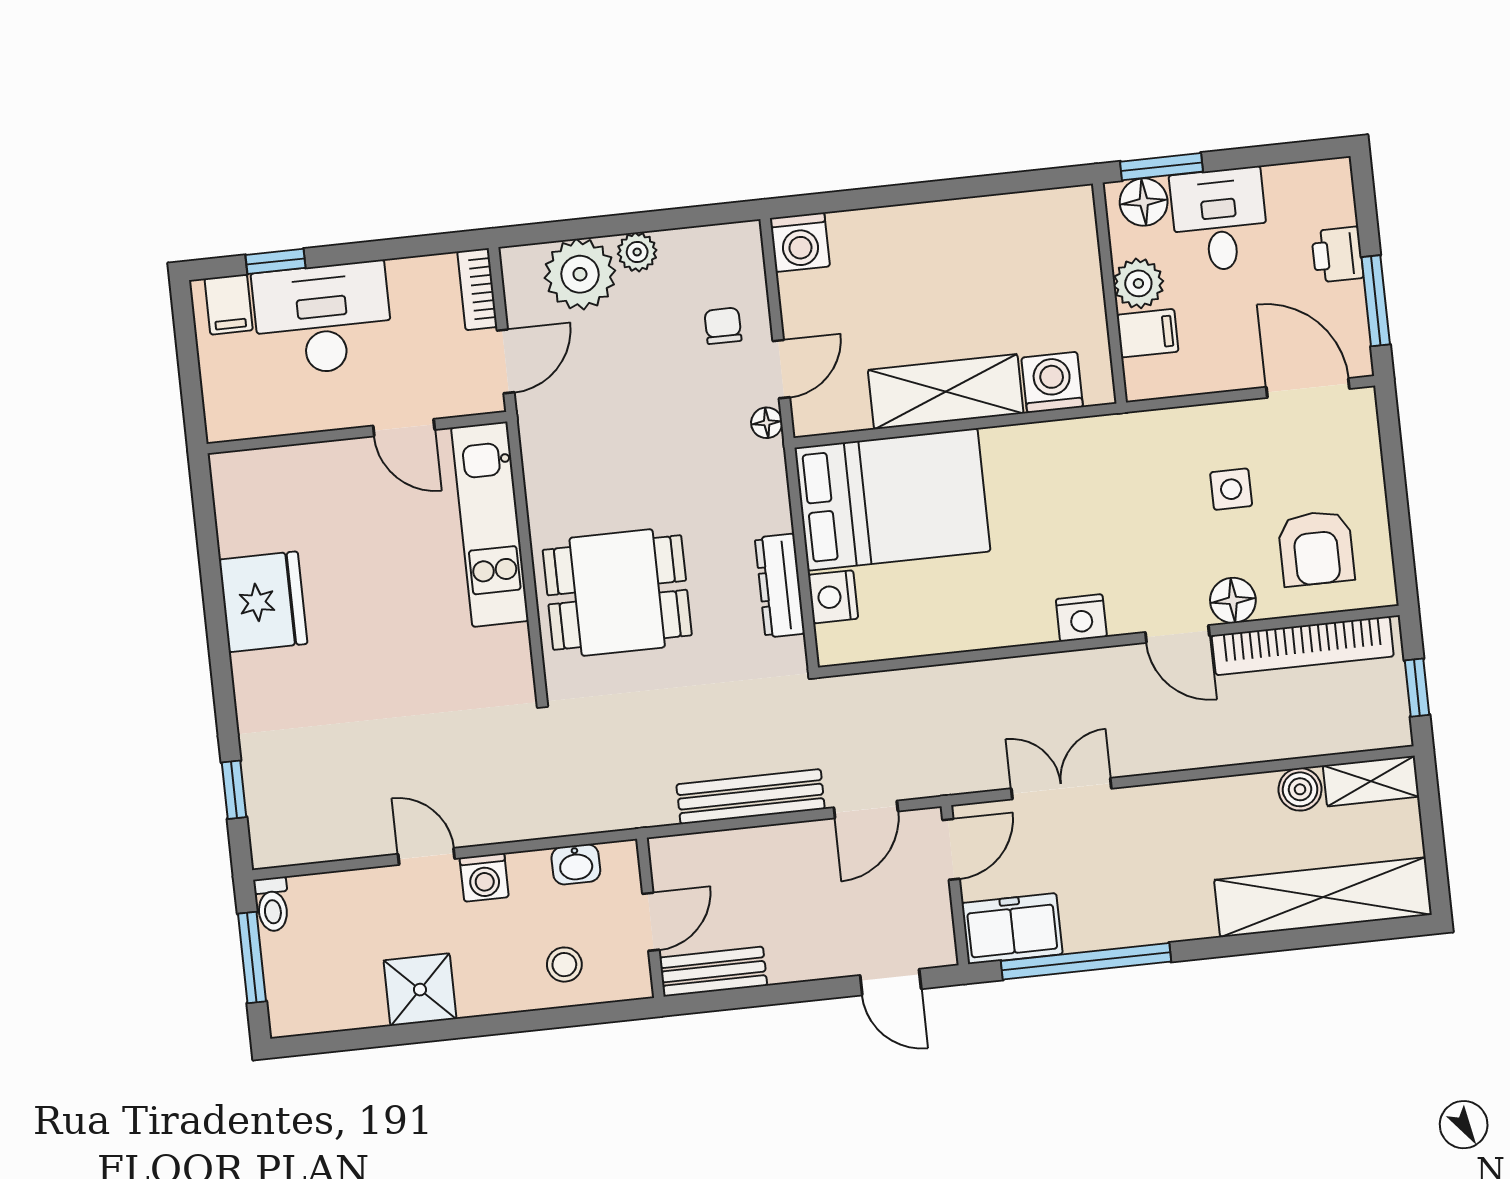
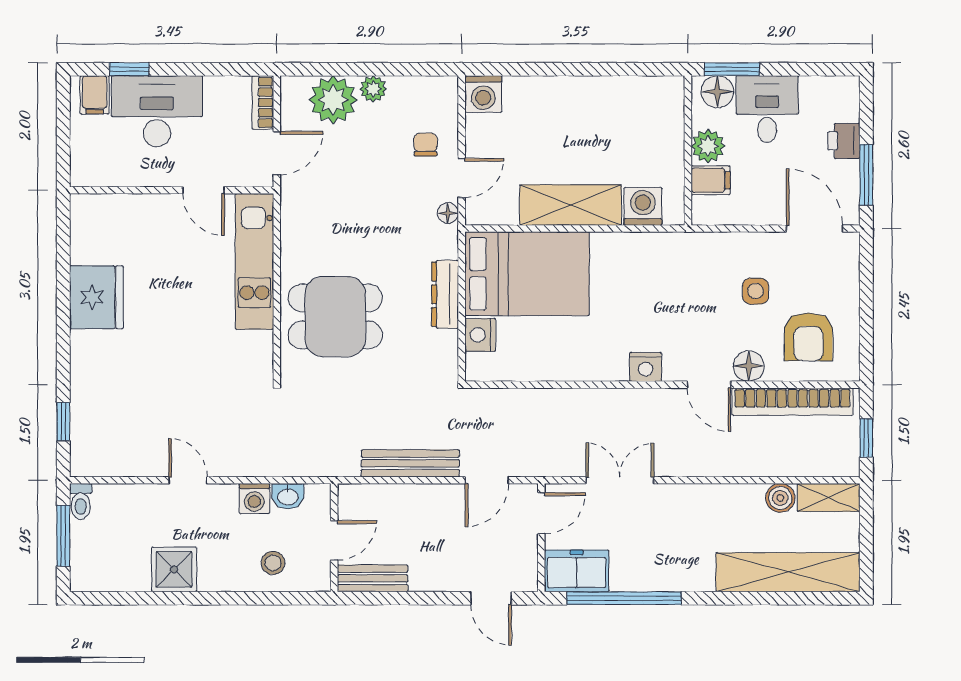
dresser: (780, 586) -> (445, 294), moved
washing machine: (484, 877) -> (254, 499), moved

